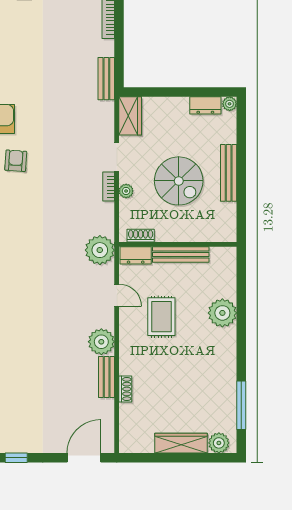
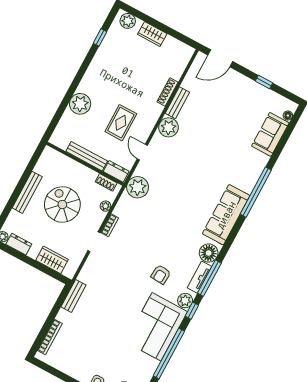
wardrobe: (130, 116) -> (52, 260), moved, turned 90
plant: (126, 191) -> (105, 206), moved
shoe rack: (125, 389) -> (167, 92), width x1.43
window: (241, 405) -> (100, 37), width x0.46
wardrobe: (181, 443) -> (152, 34), width x0.67

